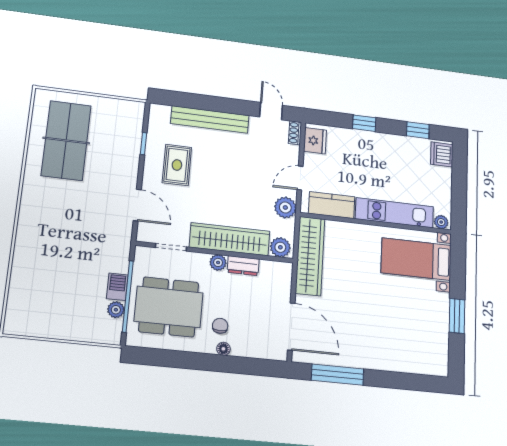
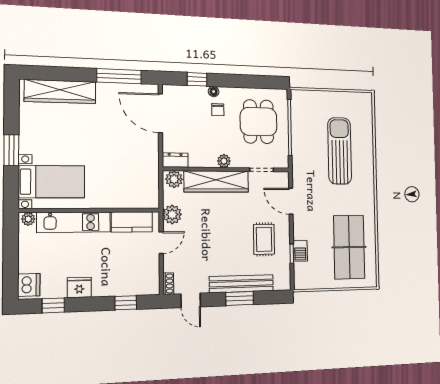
window: (214, 104) -> (240, 298), added
window: (364, 123) -> (126, 303), moved
fridge: (315, 141) -> (79, 287), moved, turned 90
wardrobe: (310, 256) -> (60, 92), moved, turned -90
sun lounger: (62, 260) -> (340, 151), added
dresser: (243, 266) -> (175, 160), moved
barbecue: (117, 287) -> (300, 251), moved
dining table: (169, 307) -> (258, 122), width x0.73
plant: (116, 310) -> (297, 116), removed
window: (457, 316) -> (11, 150), moved
window: (243, 366) -> (197, 79), added

